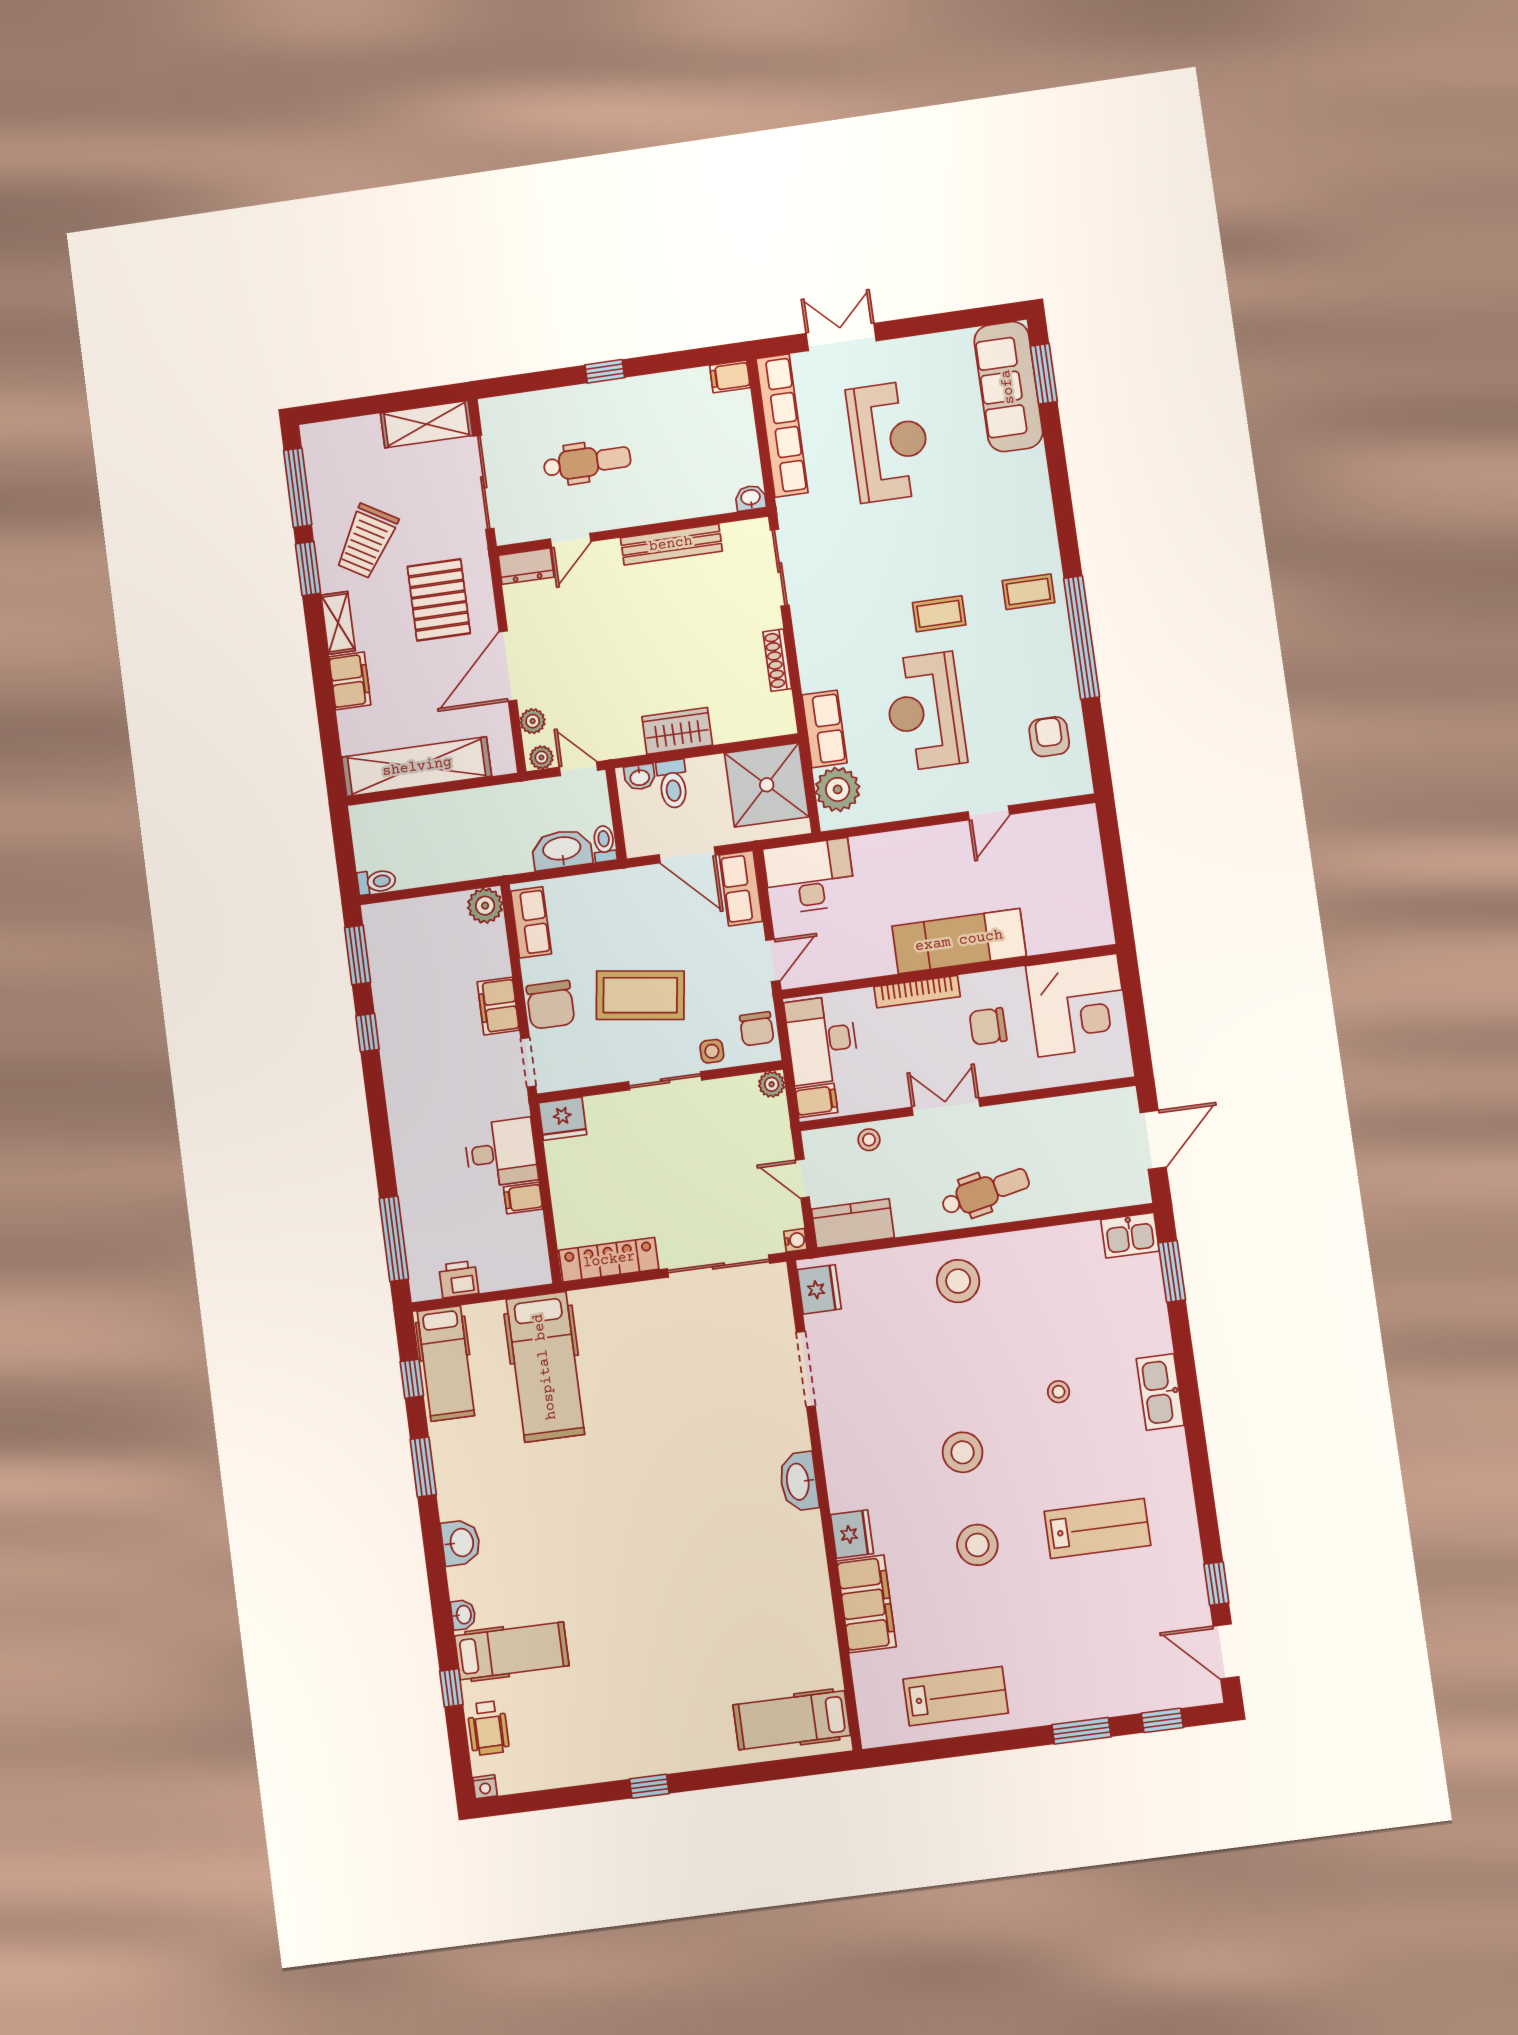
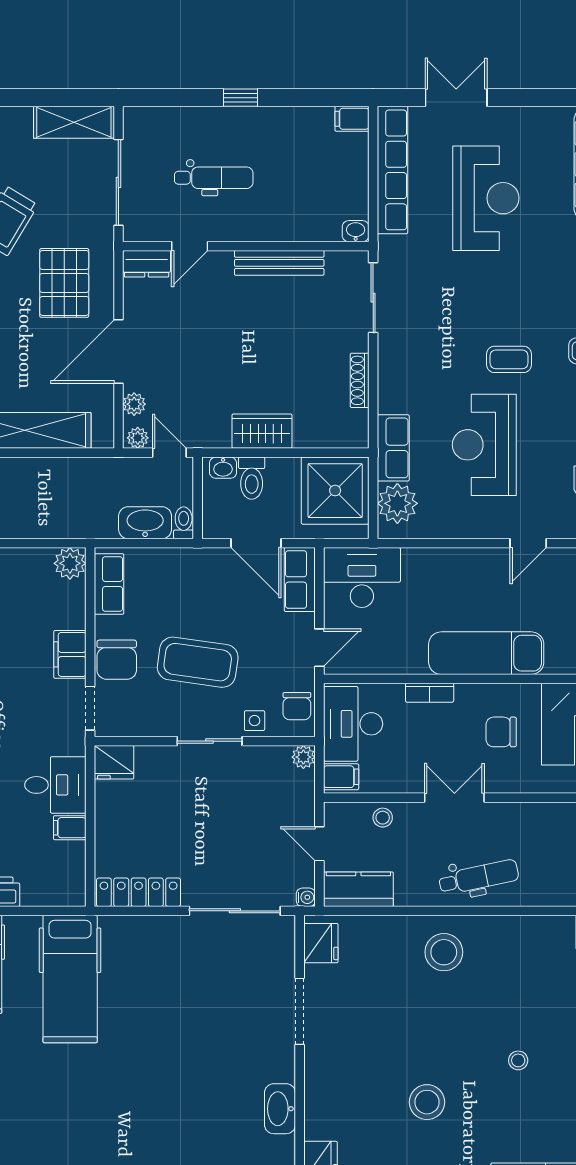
bookcase: (917, 992) -> (430, 693), width x0.64

